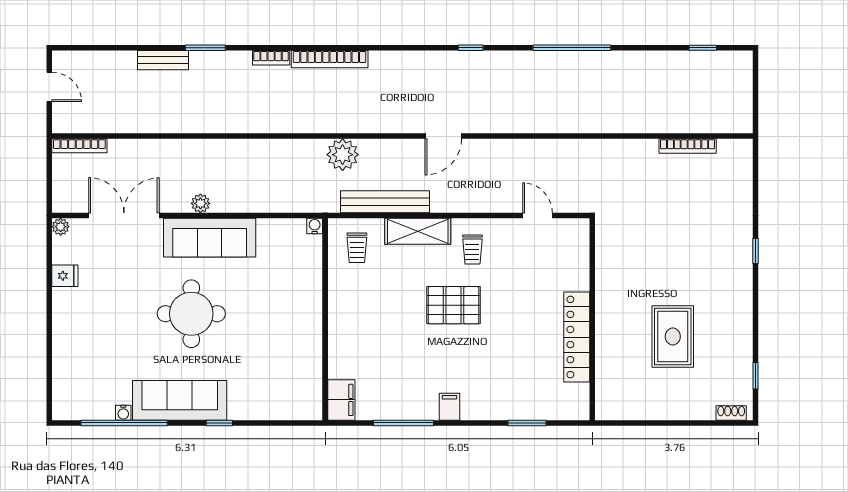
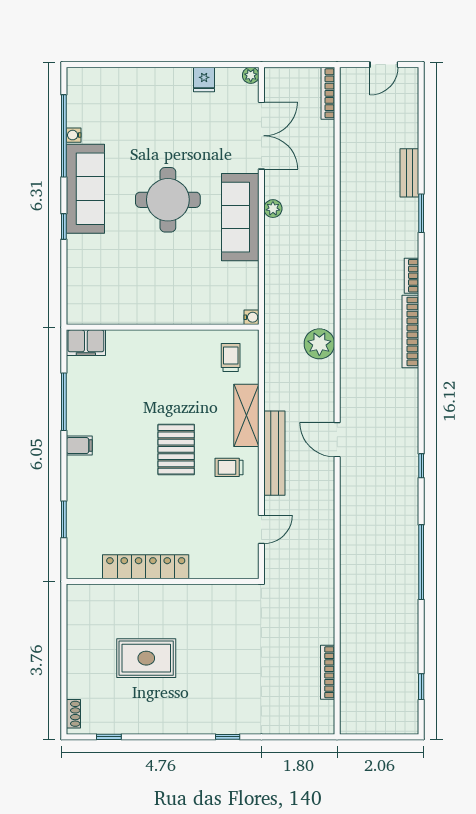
bench: (385, 202) -> (274, 453), moved
trolley: (357, 248) -> (231, 357), turned 90

